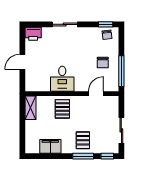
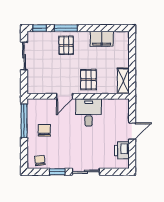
window: (106, 24) -> (57, 172), moved
printer: (33, 34) -> (122, 150), moved, turned -90
door: (96, 94) -> (64, 96), moved

